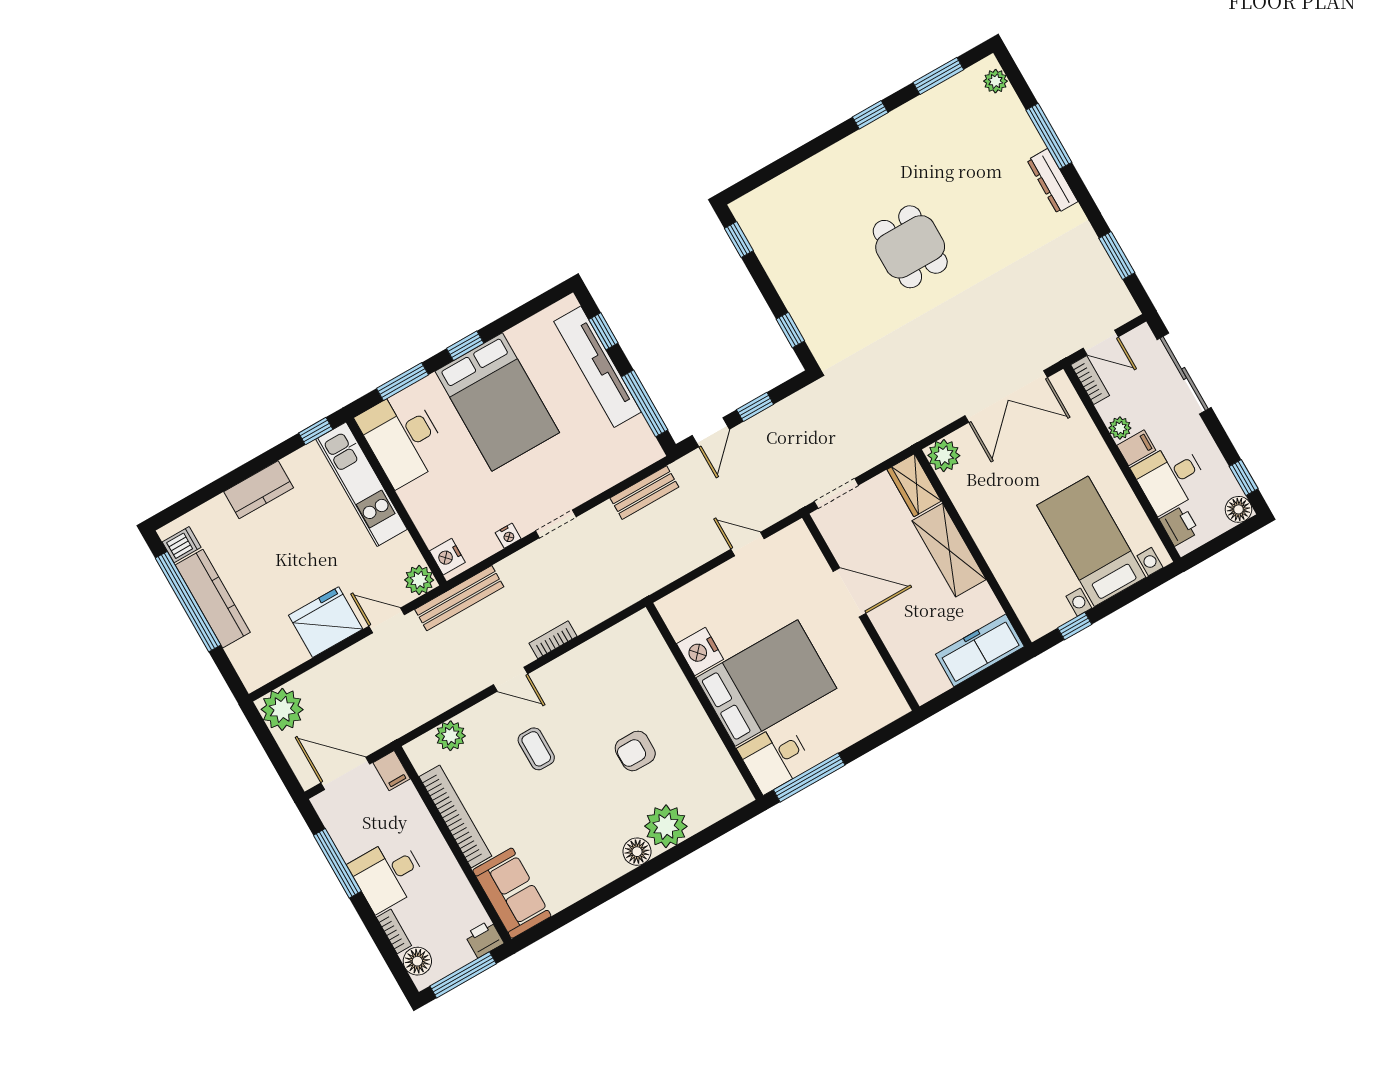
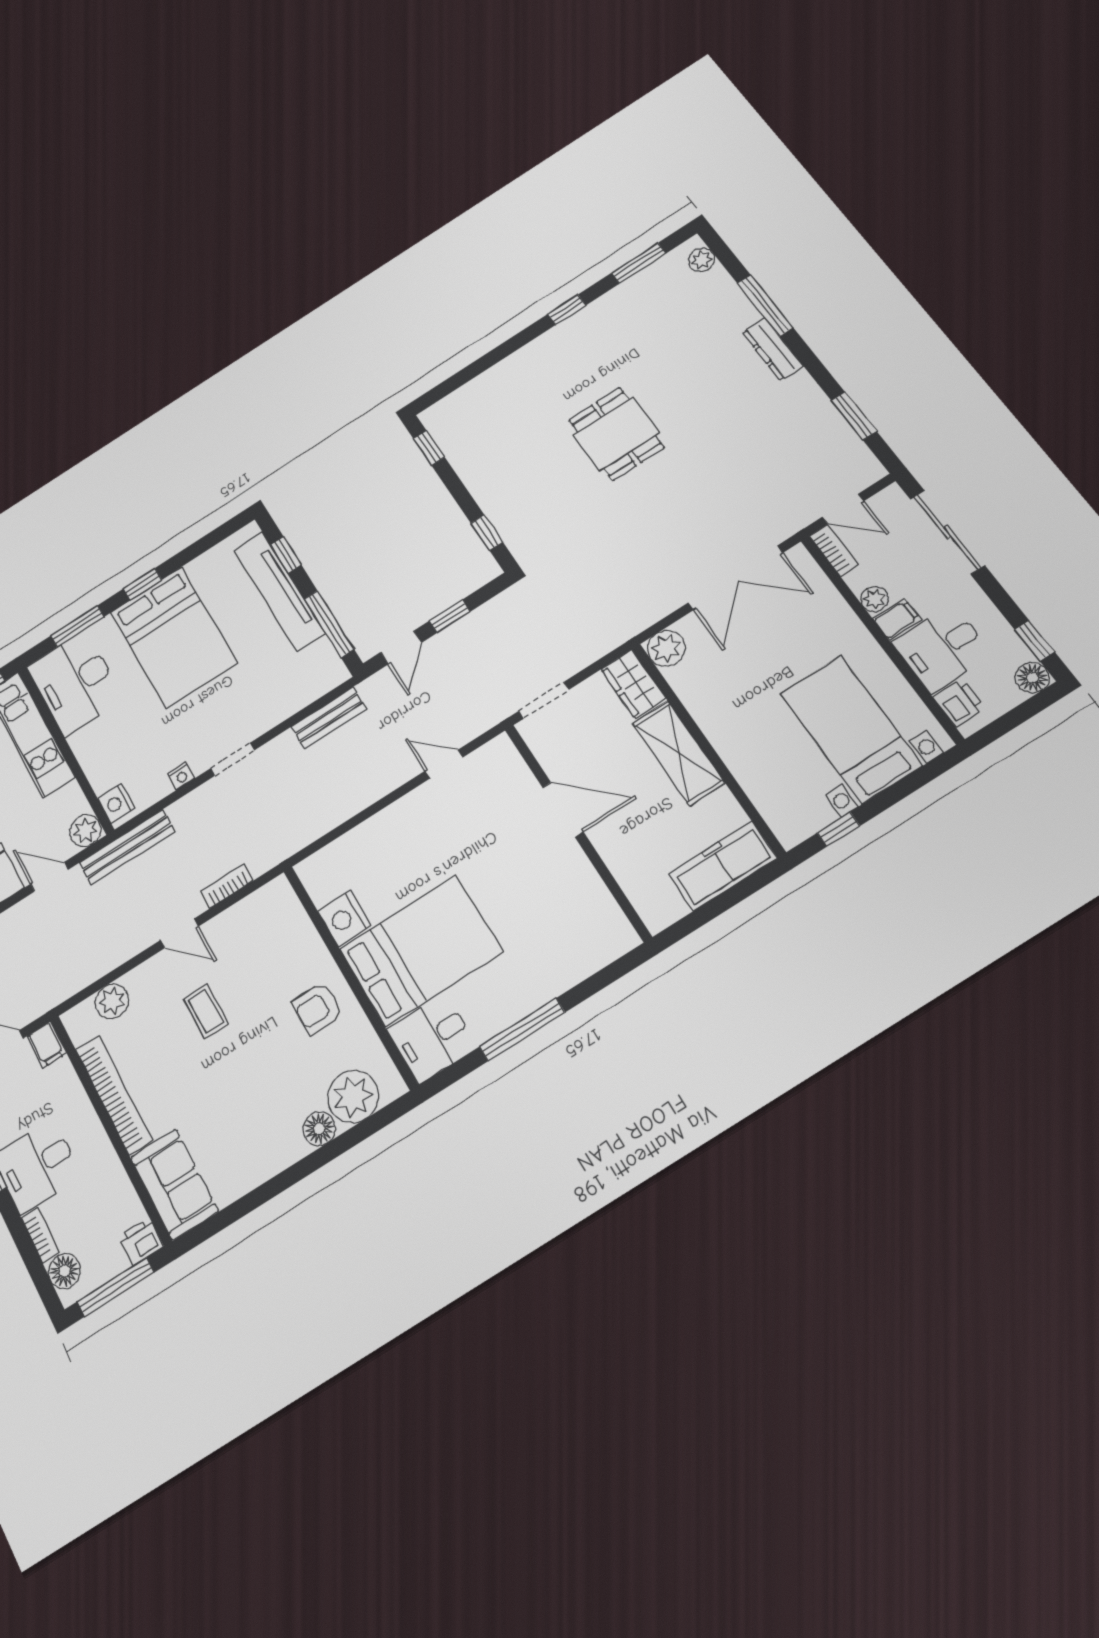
nightstand: (700, 651) -> (344, 919), moved
bed: (766, 683) -> (421, 951), moved
wall: (704, 701) -> (349, 976), moved
desk: (775, 758) -> (432, 1038), moved

